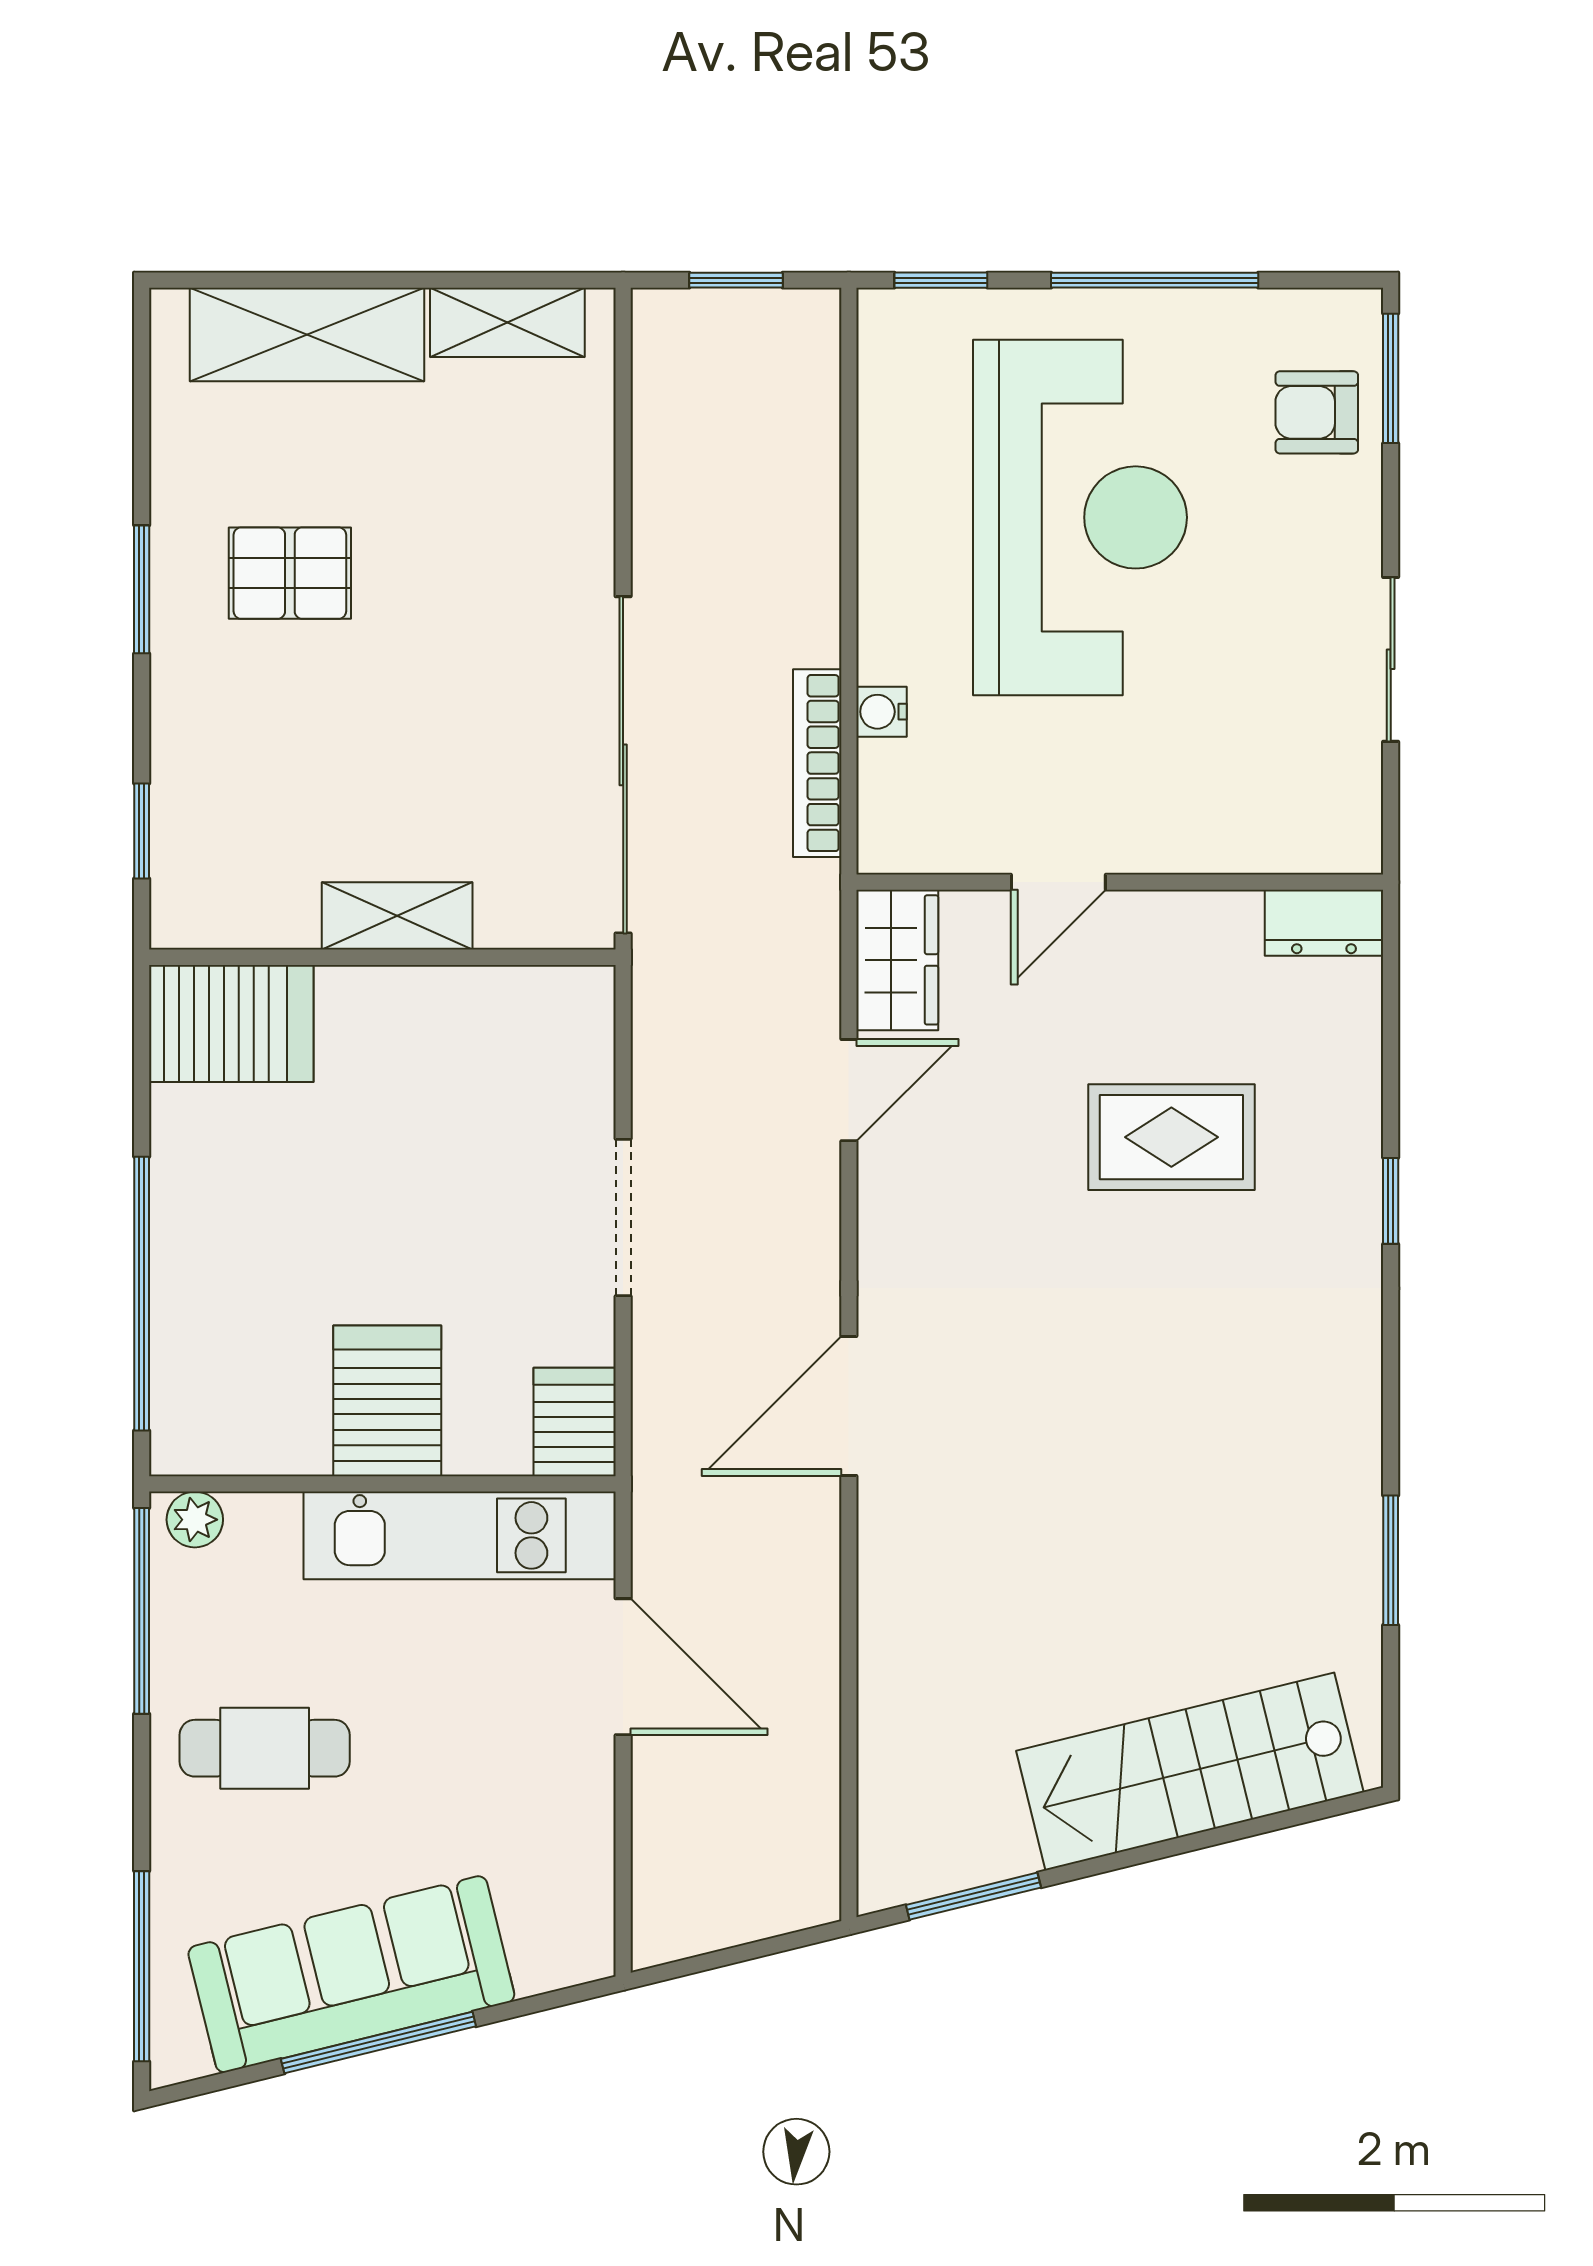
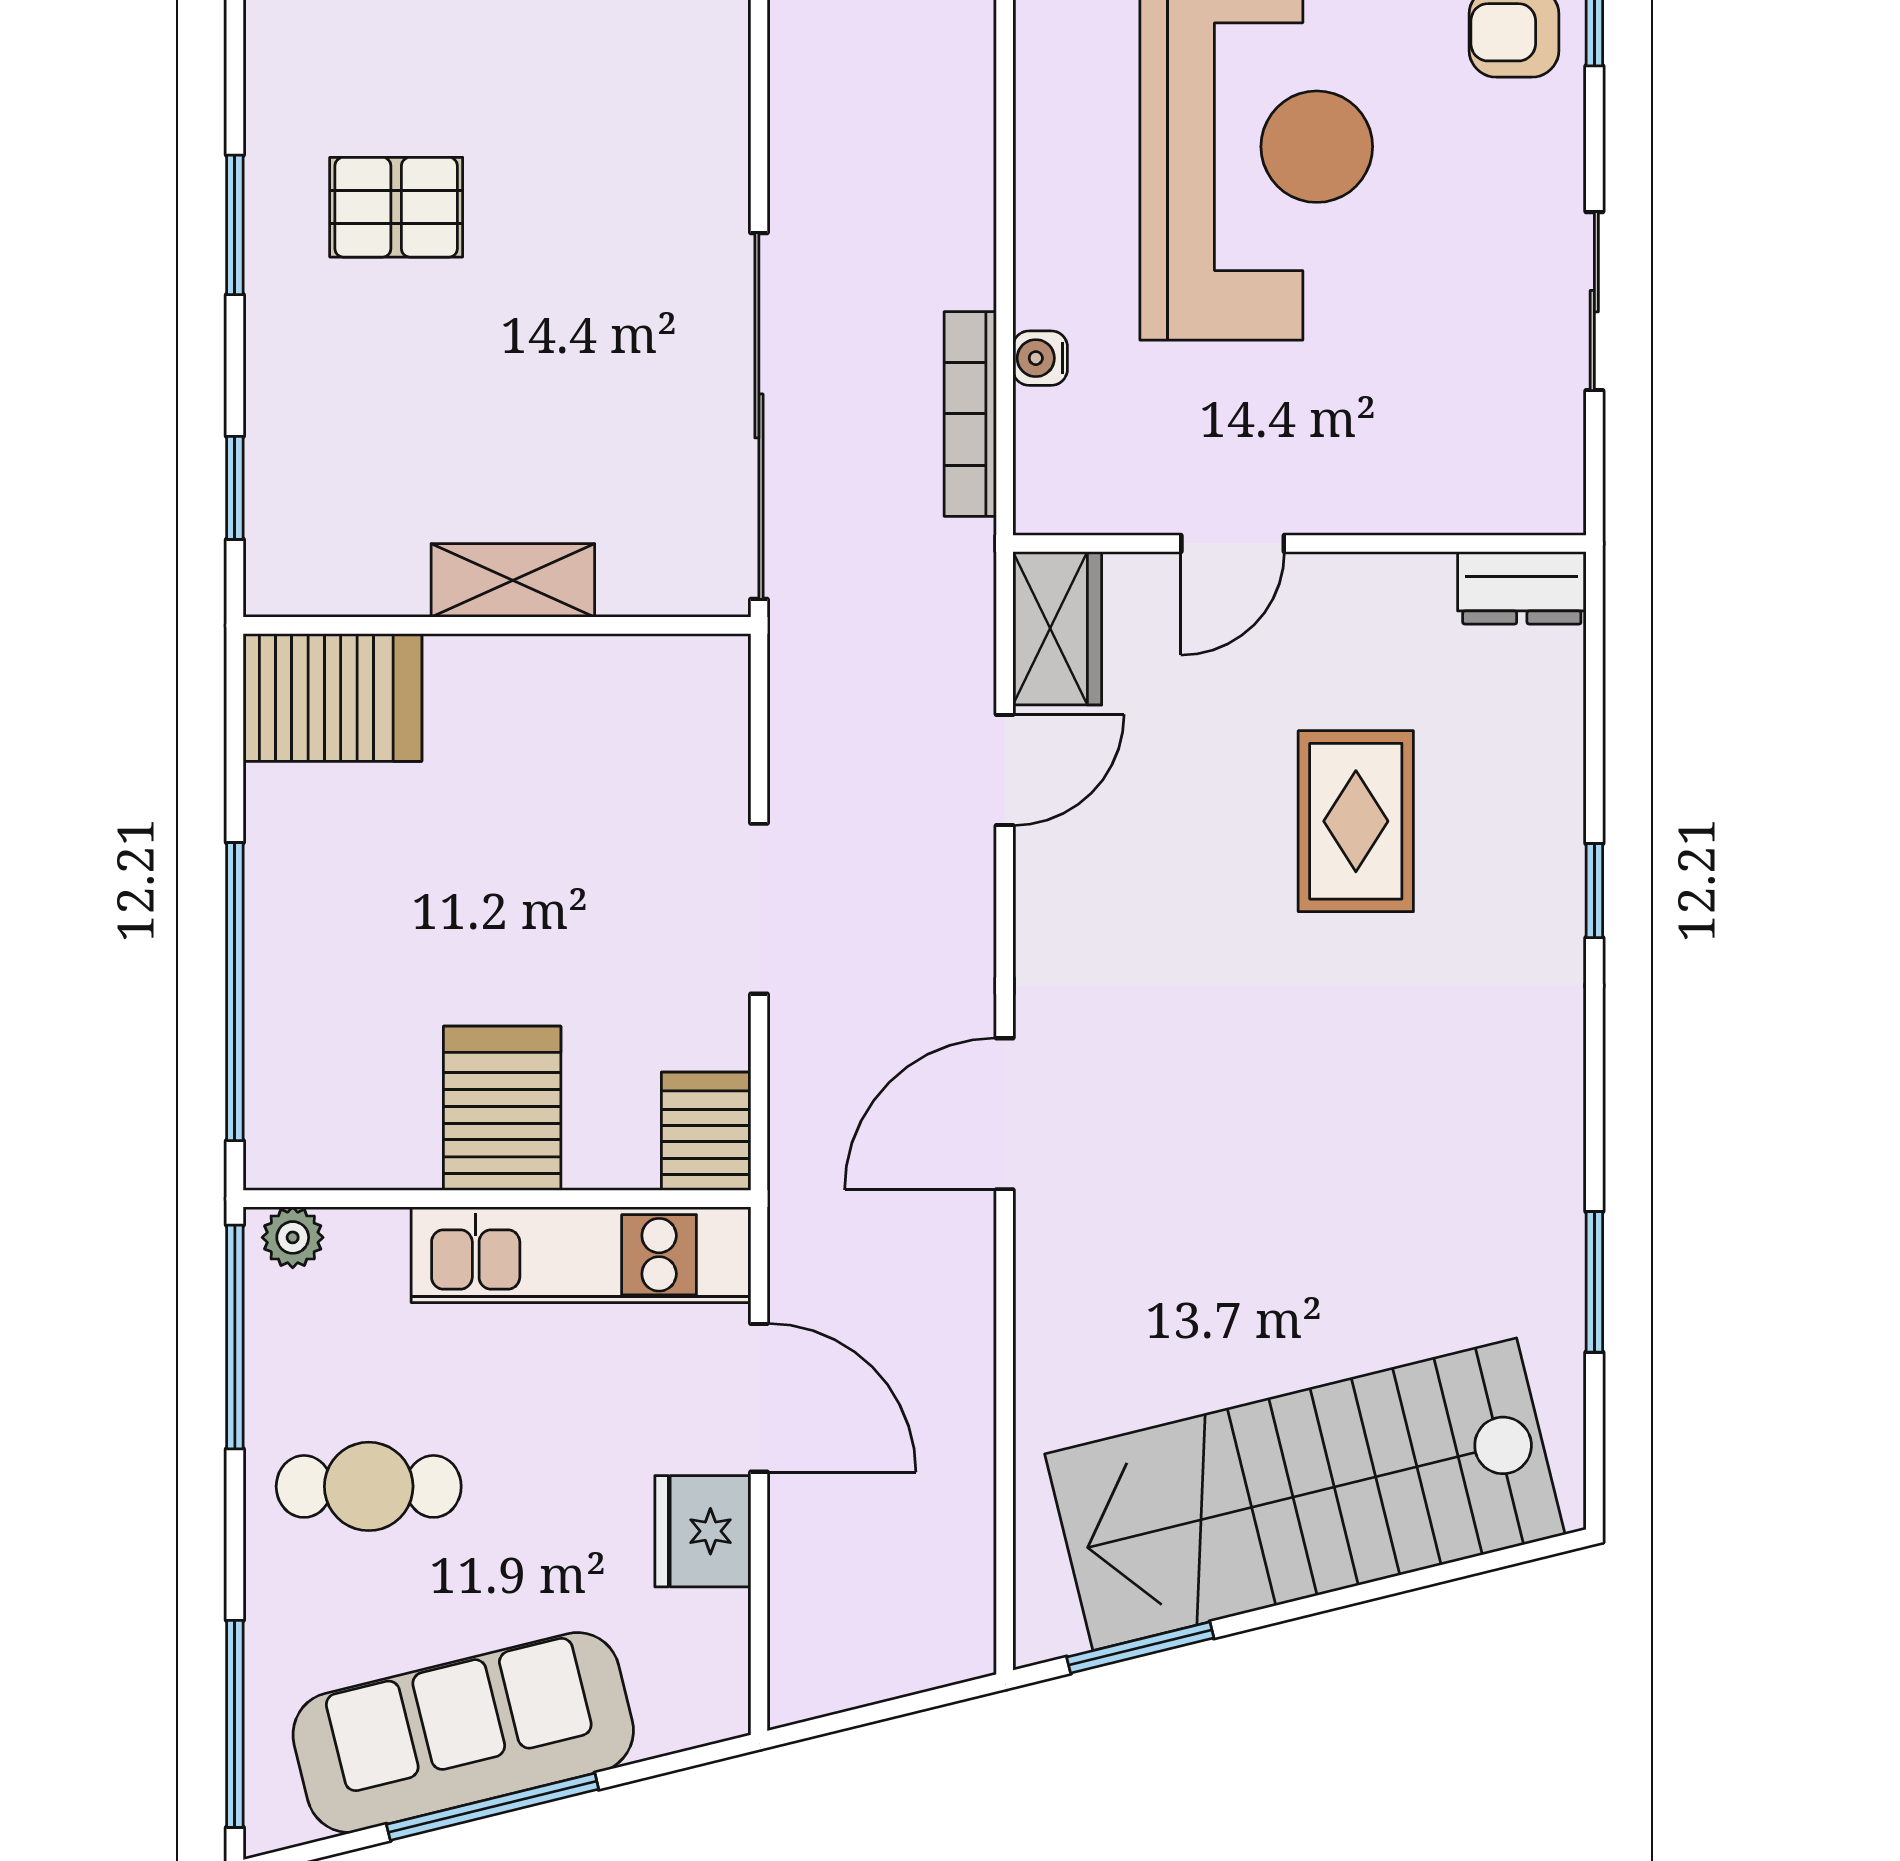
rug: (1171, 1137) -> (1356, 821), turned 90
stairs: (1190, 1772) -> (1305, 1494), width x1.36, depth x1.51
fridge: (572, 1789) -> (703, 1531), added

